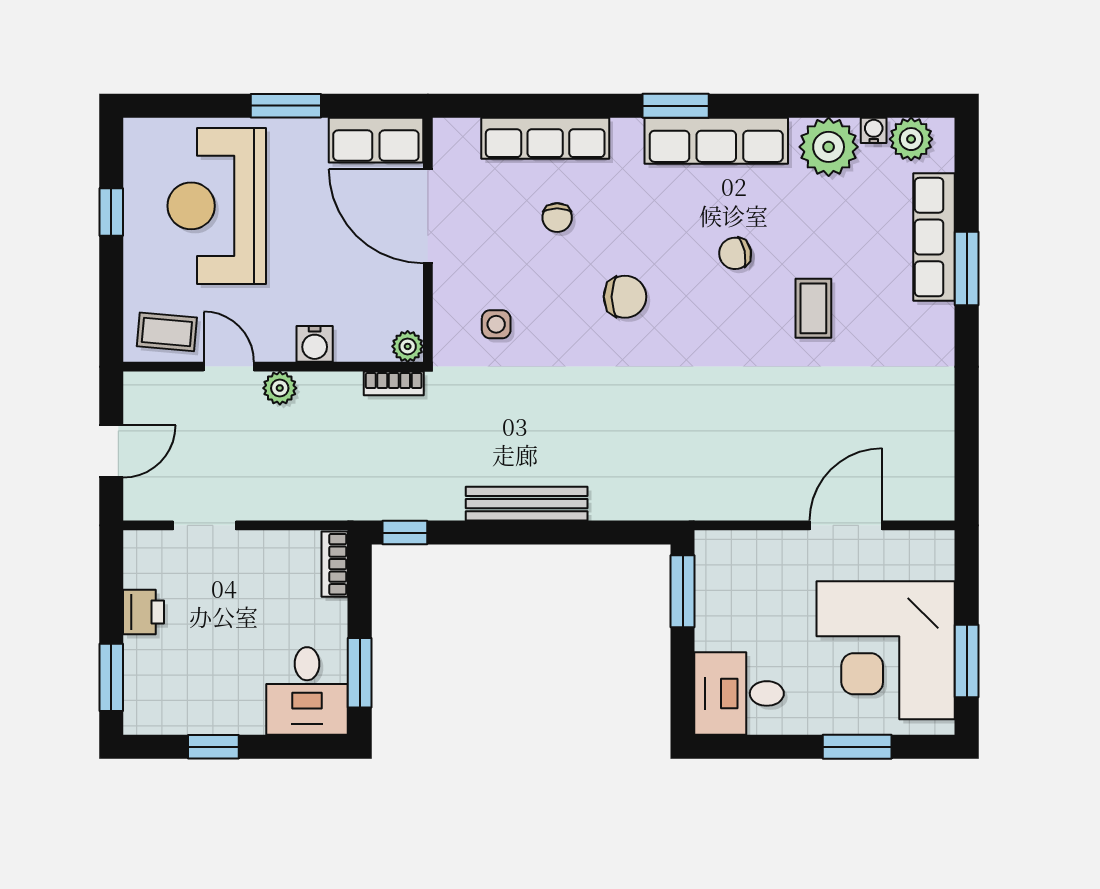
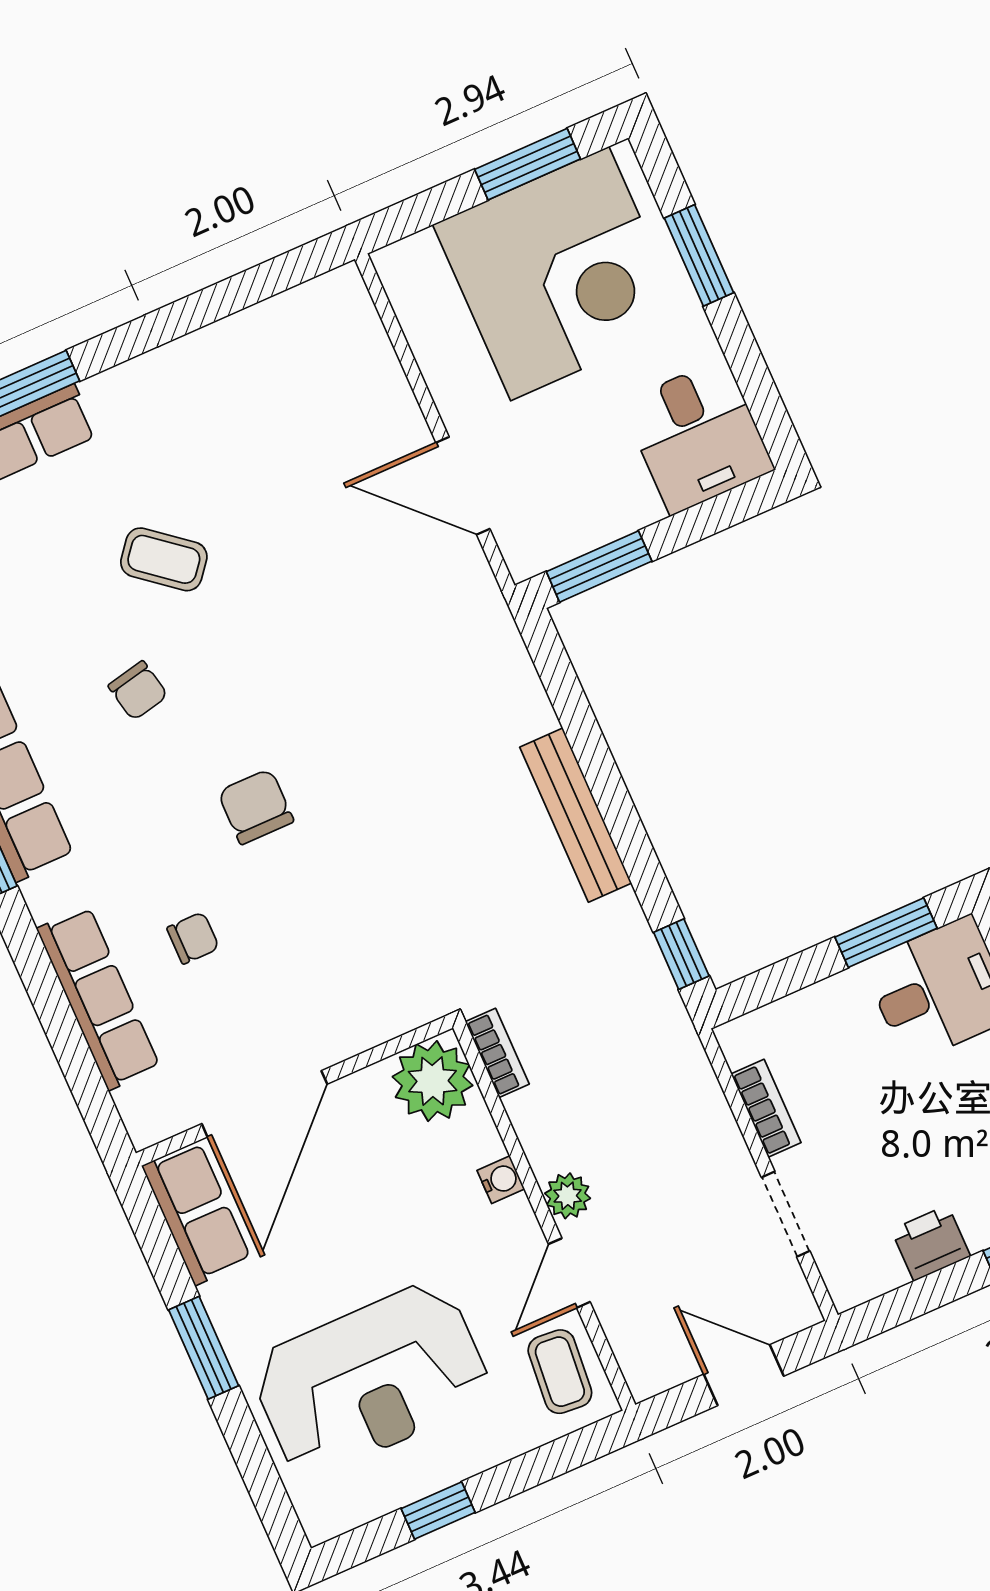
coffee table: (813, 308) -> (164, 559), turned 39
side table: (496, 324) -> (364, 956), removed
water cooler: (315, 344) -> (501, 1180), width x0.72, depth x0.72
plant: (408, 346) -> (433, 1081), width x1.87, depth x1.87
door: (846, 525) -> (463, 486), moved
bookcase: (335, 564) -> (766, 1108), moved, turned -90

